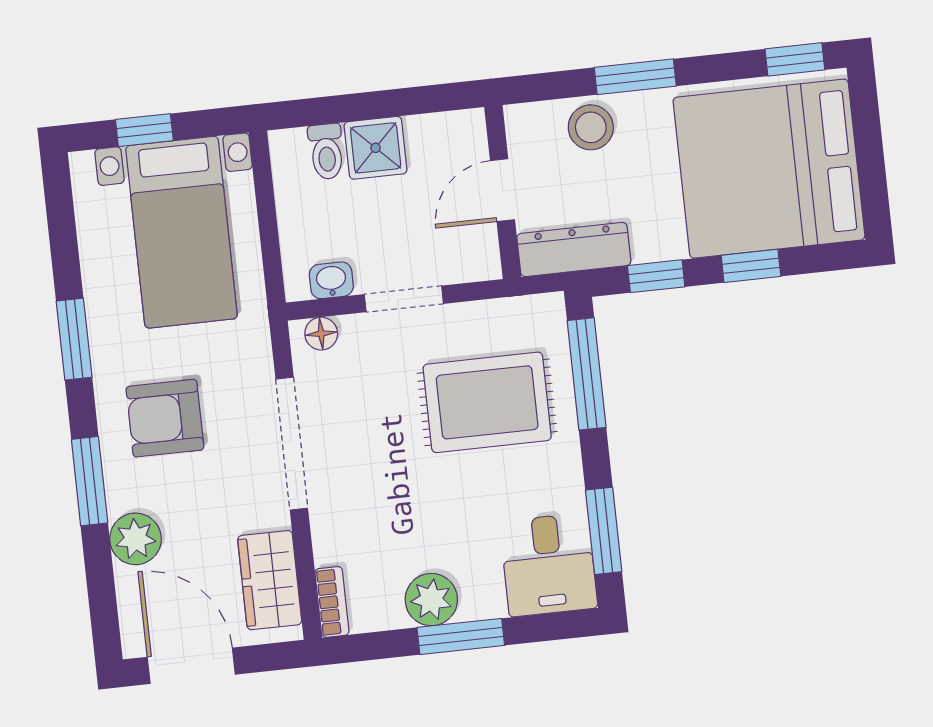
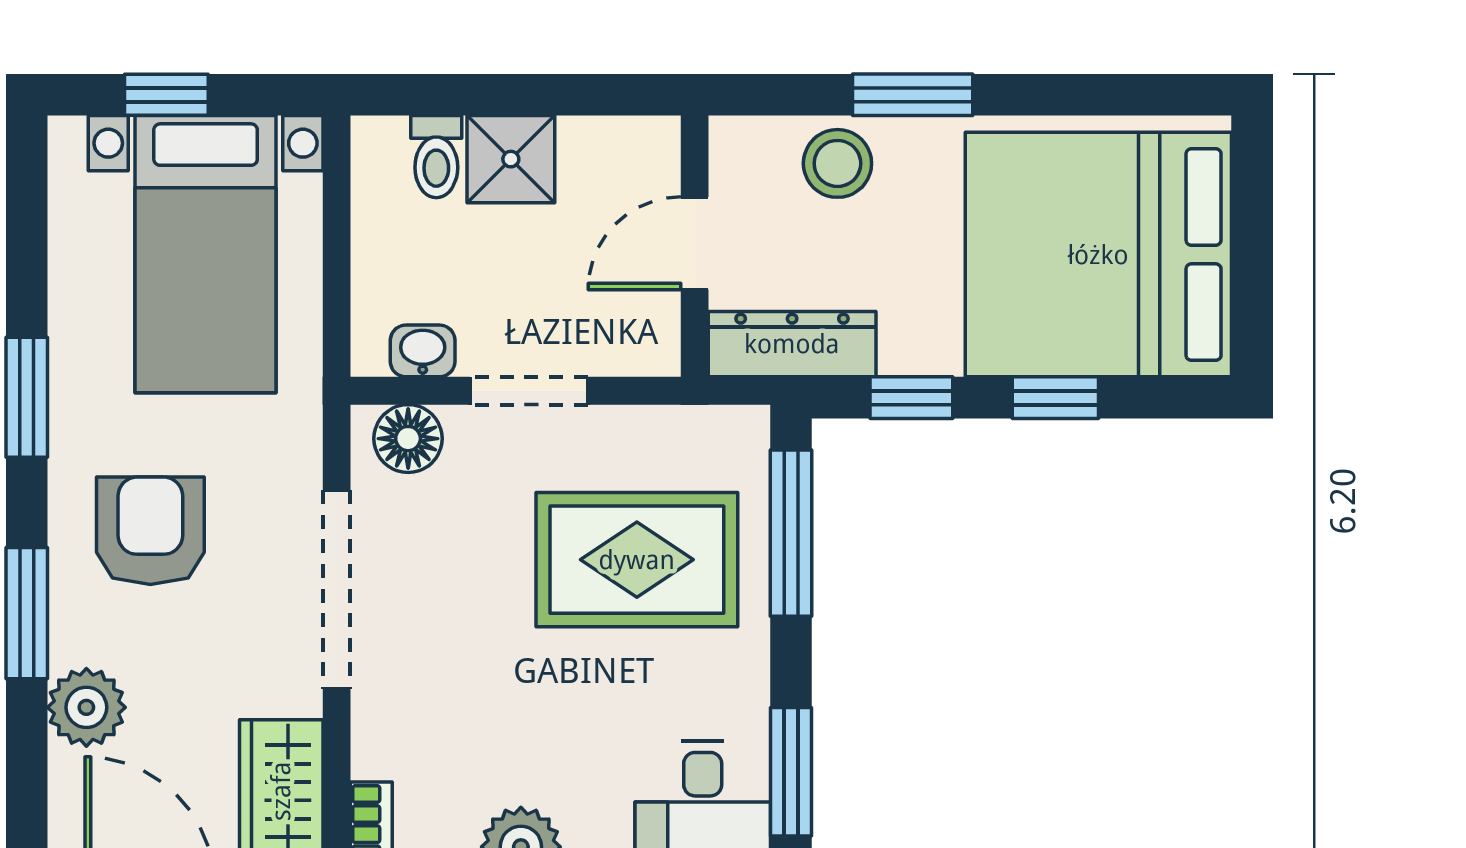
window: (795, 59) -> (1155, 95), removed
floor lamp: (321, 334) -> (408, 439), width x1.37, depth x1.37
armchair: (165, 418) -> (150, 531), turned 90

